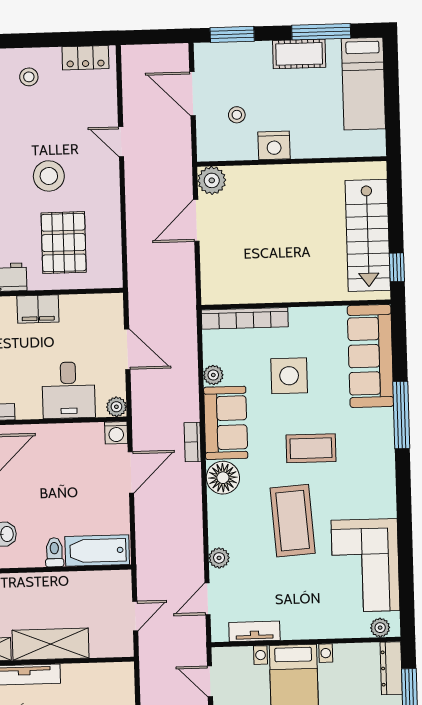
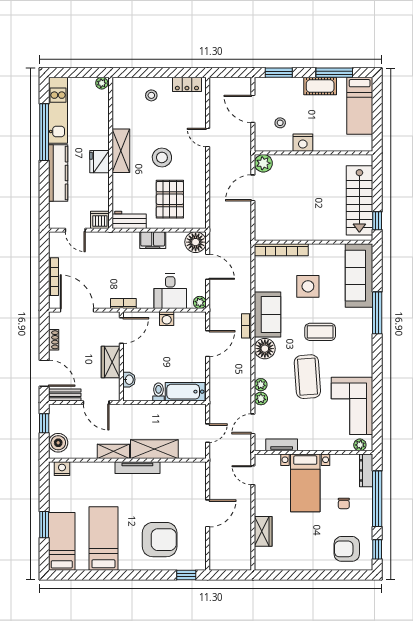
floor lamp: (107, 310) -> (196, 242), added
plant: (213, 375) -> (261, 385), moved
washing machine: (116, 433) -> (167, 319), moved

